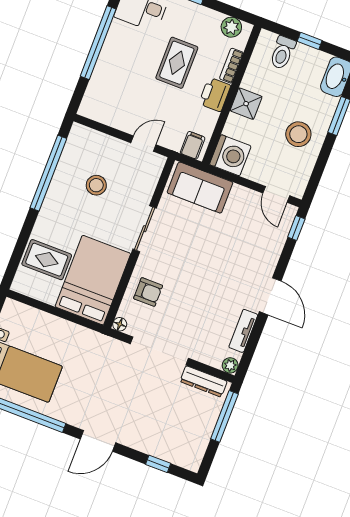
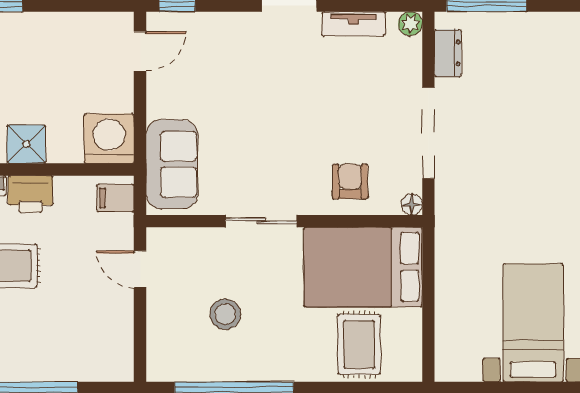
stool: (298, 134) -> (42, 52), removed
dresser: (204, 381) -> (448, 53), width x0.70

